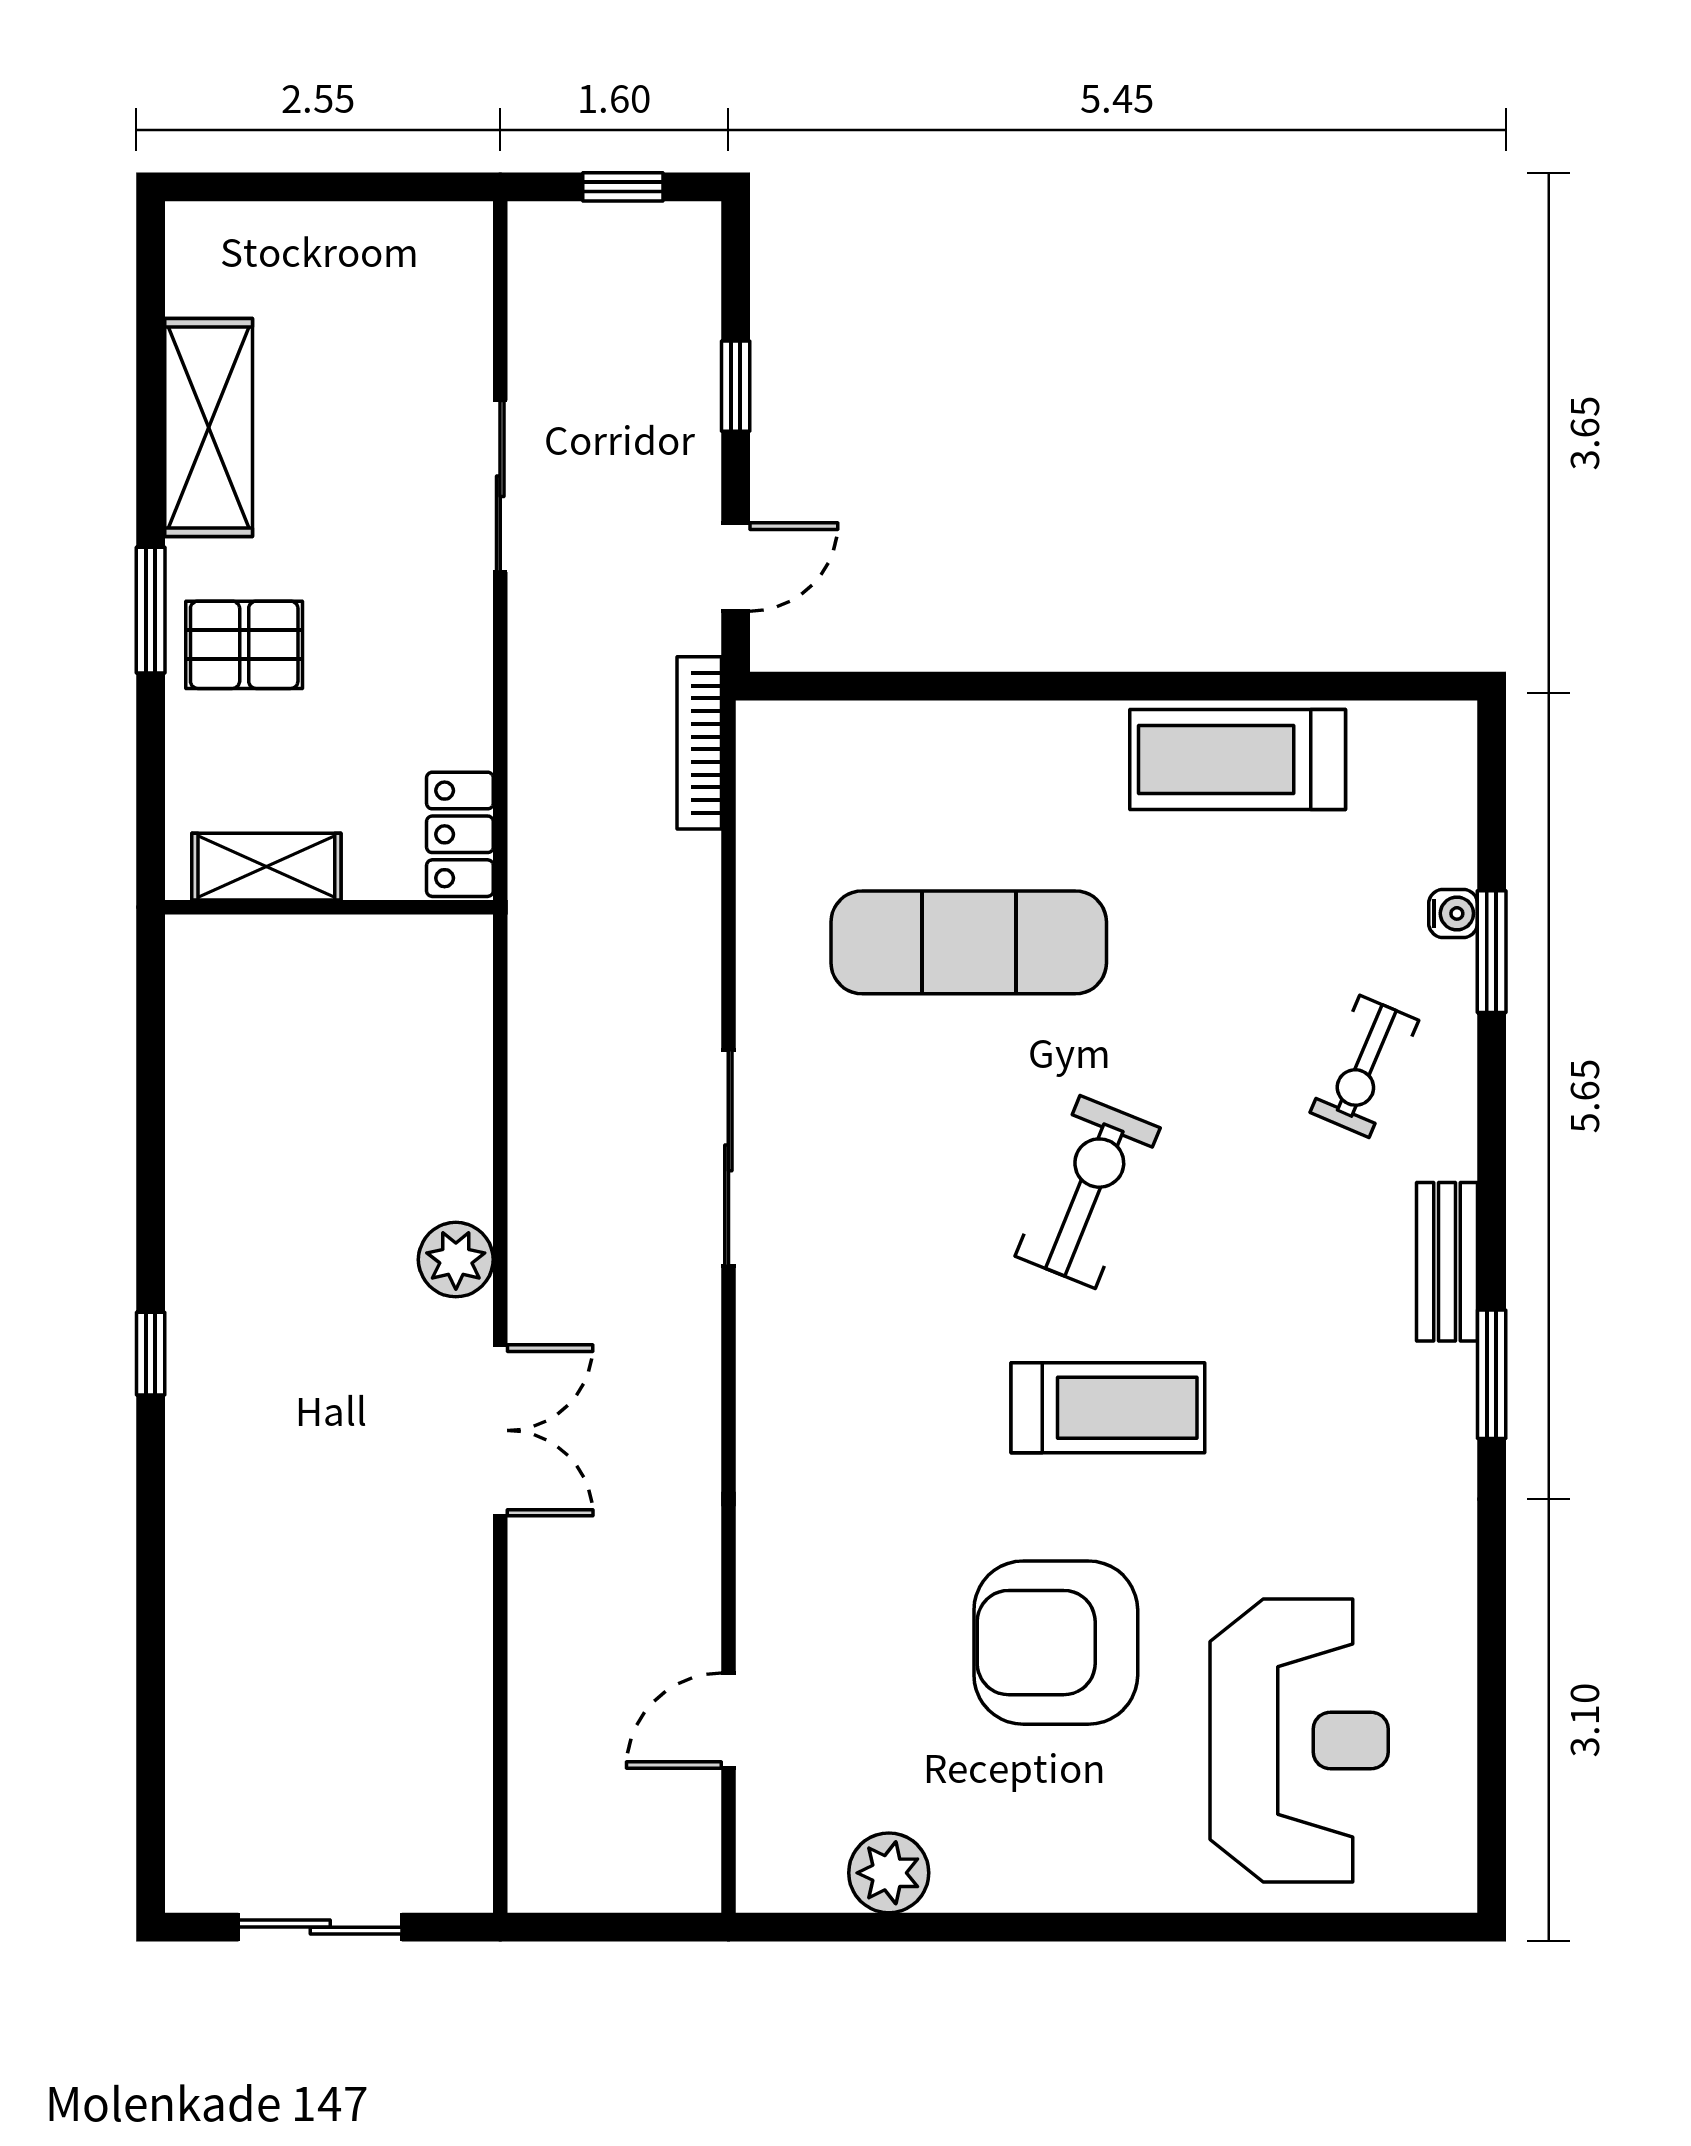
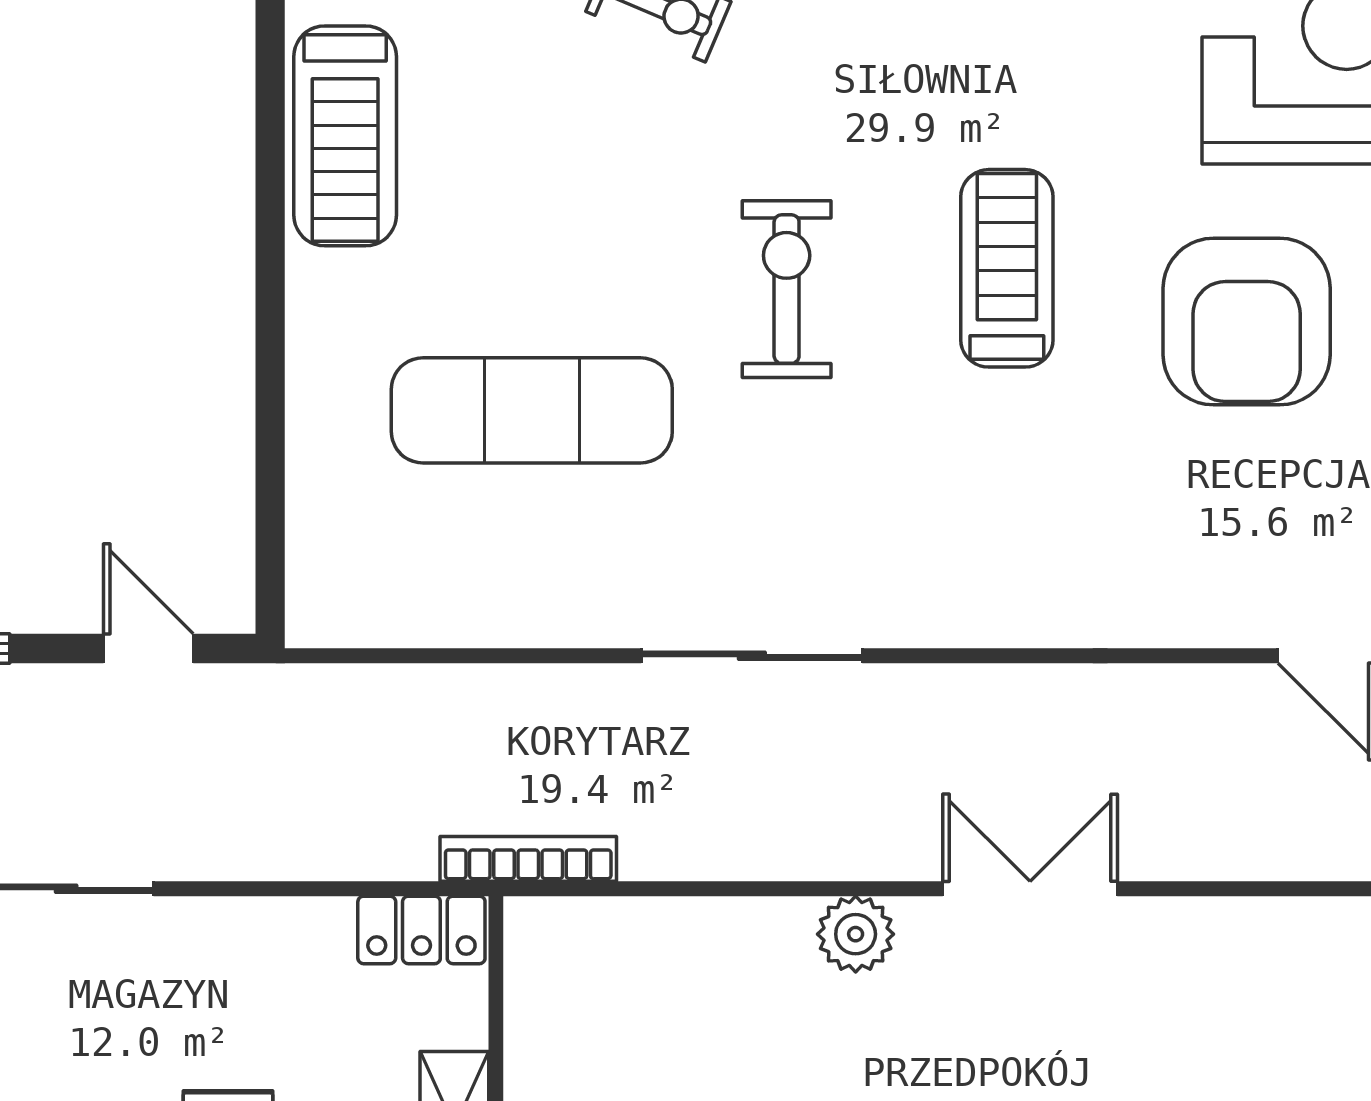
bookcase: (699, 743) -> (528, 859), moved, turned 180
exercise mat: (969, 942) -> (532, 410), turned 90
exercise bike: (1088, 1192) -> (787, 289), turned 68

